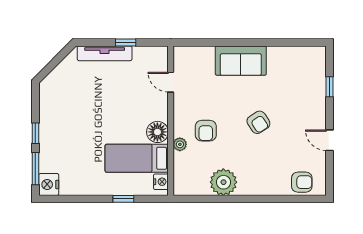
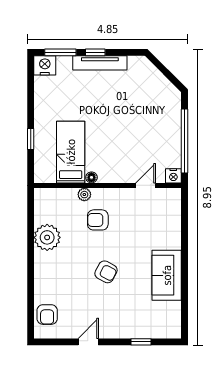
window: (126, 43) -> (184, 141), width x3.17
tv unit: (105, 53) -> (100, 63), moved, turned -90
sofa: (241, 61) -> (167, 275), moved
armchair: (258, 122) -> (106, 272), turned -119
floor lamp: (157, 132) -> (91, 177), width x0.53, depth x0.53
nightstand: (161, 182) -> (173, 176), moved

